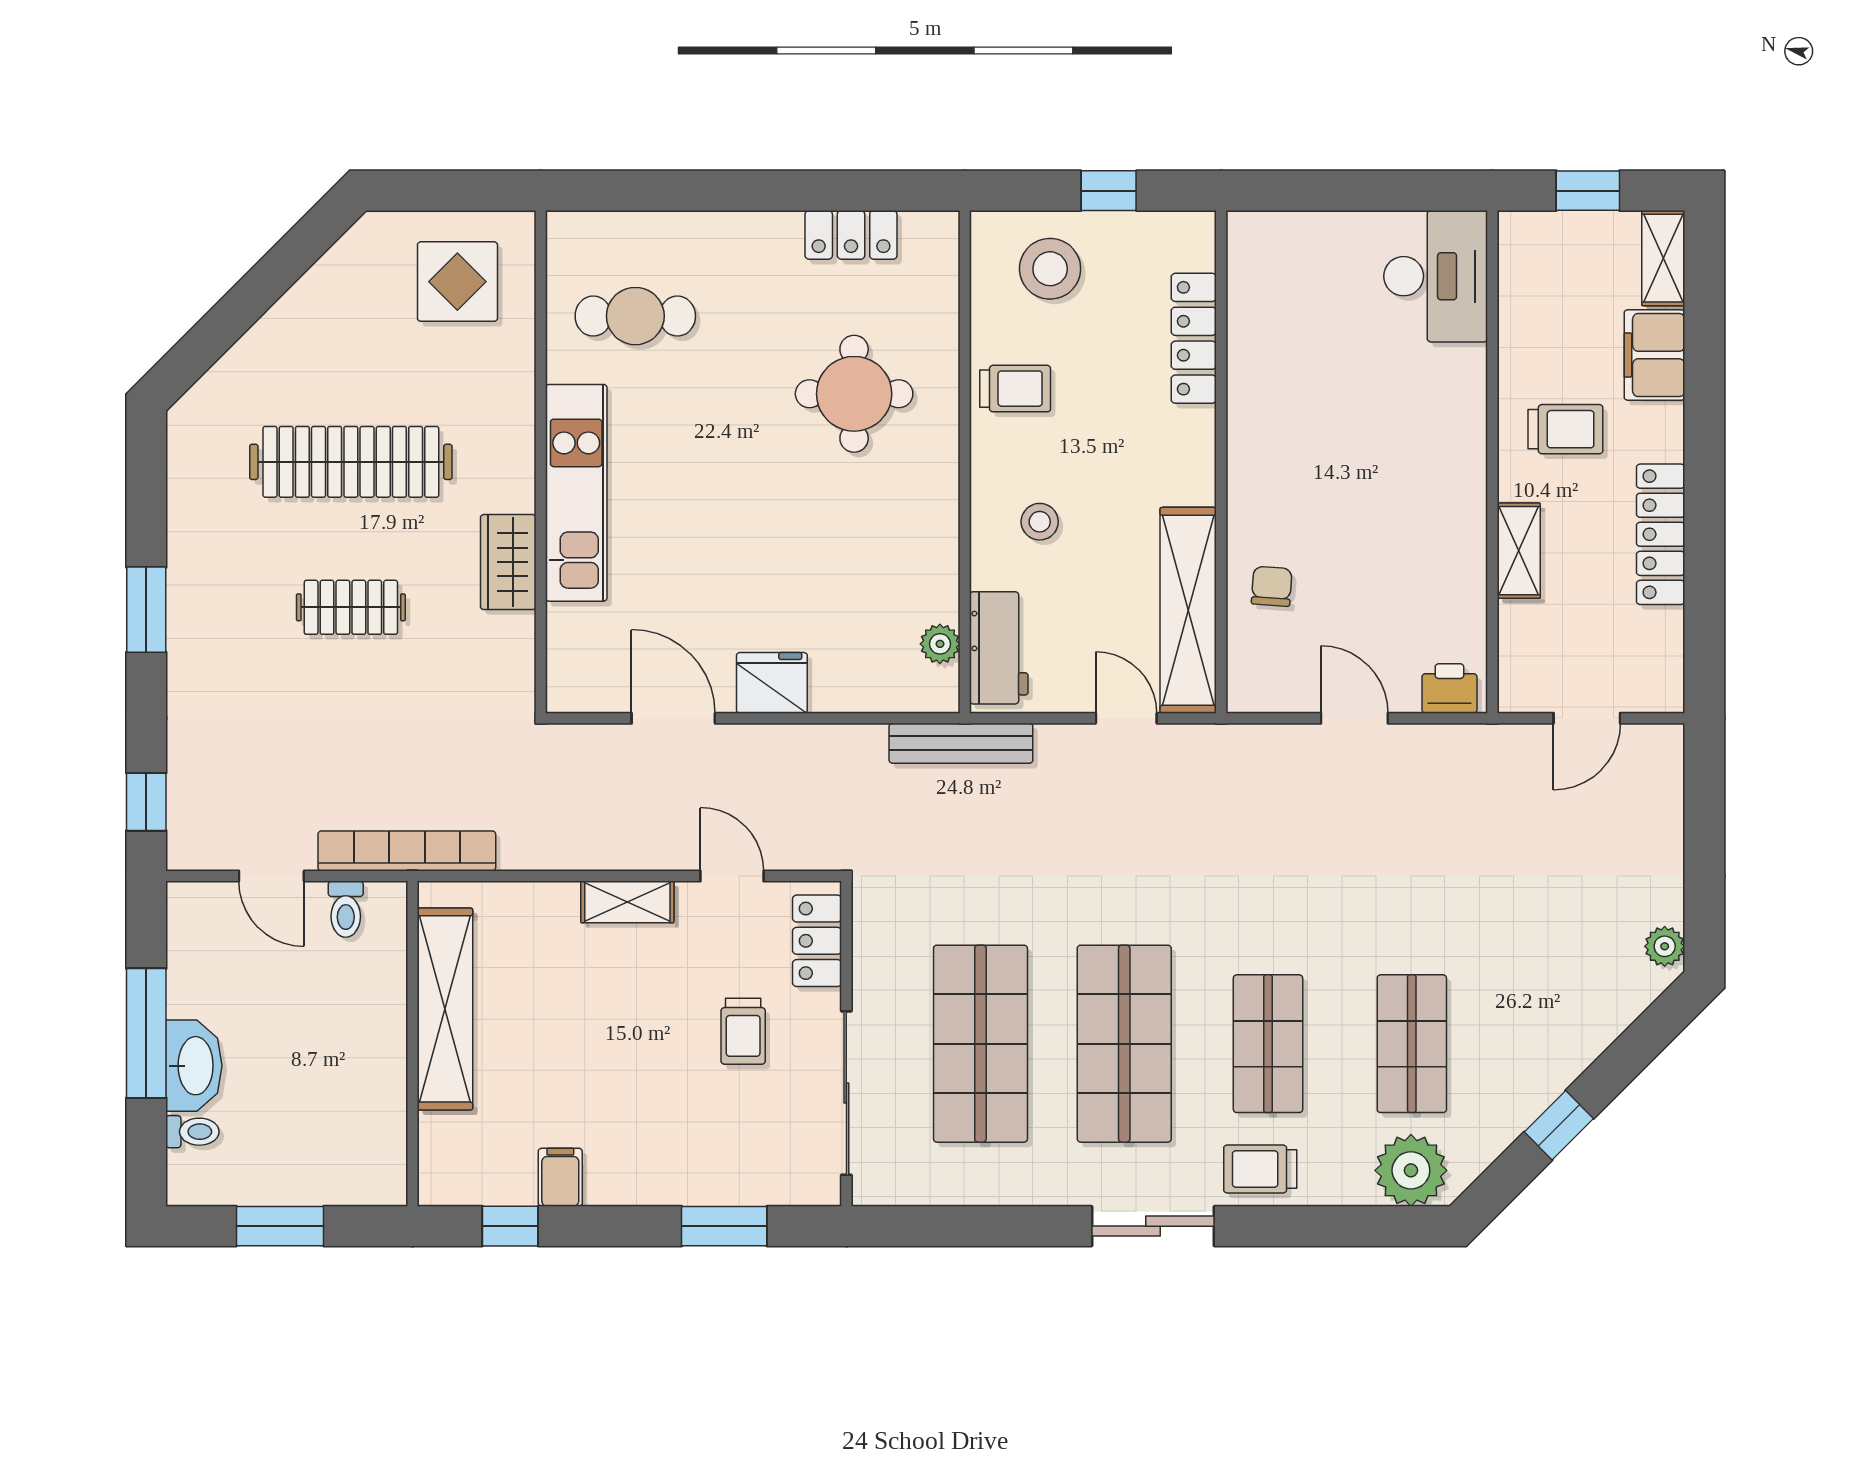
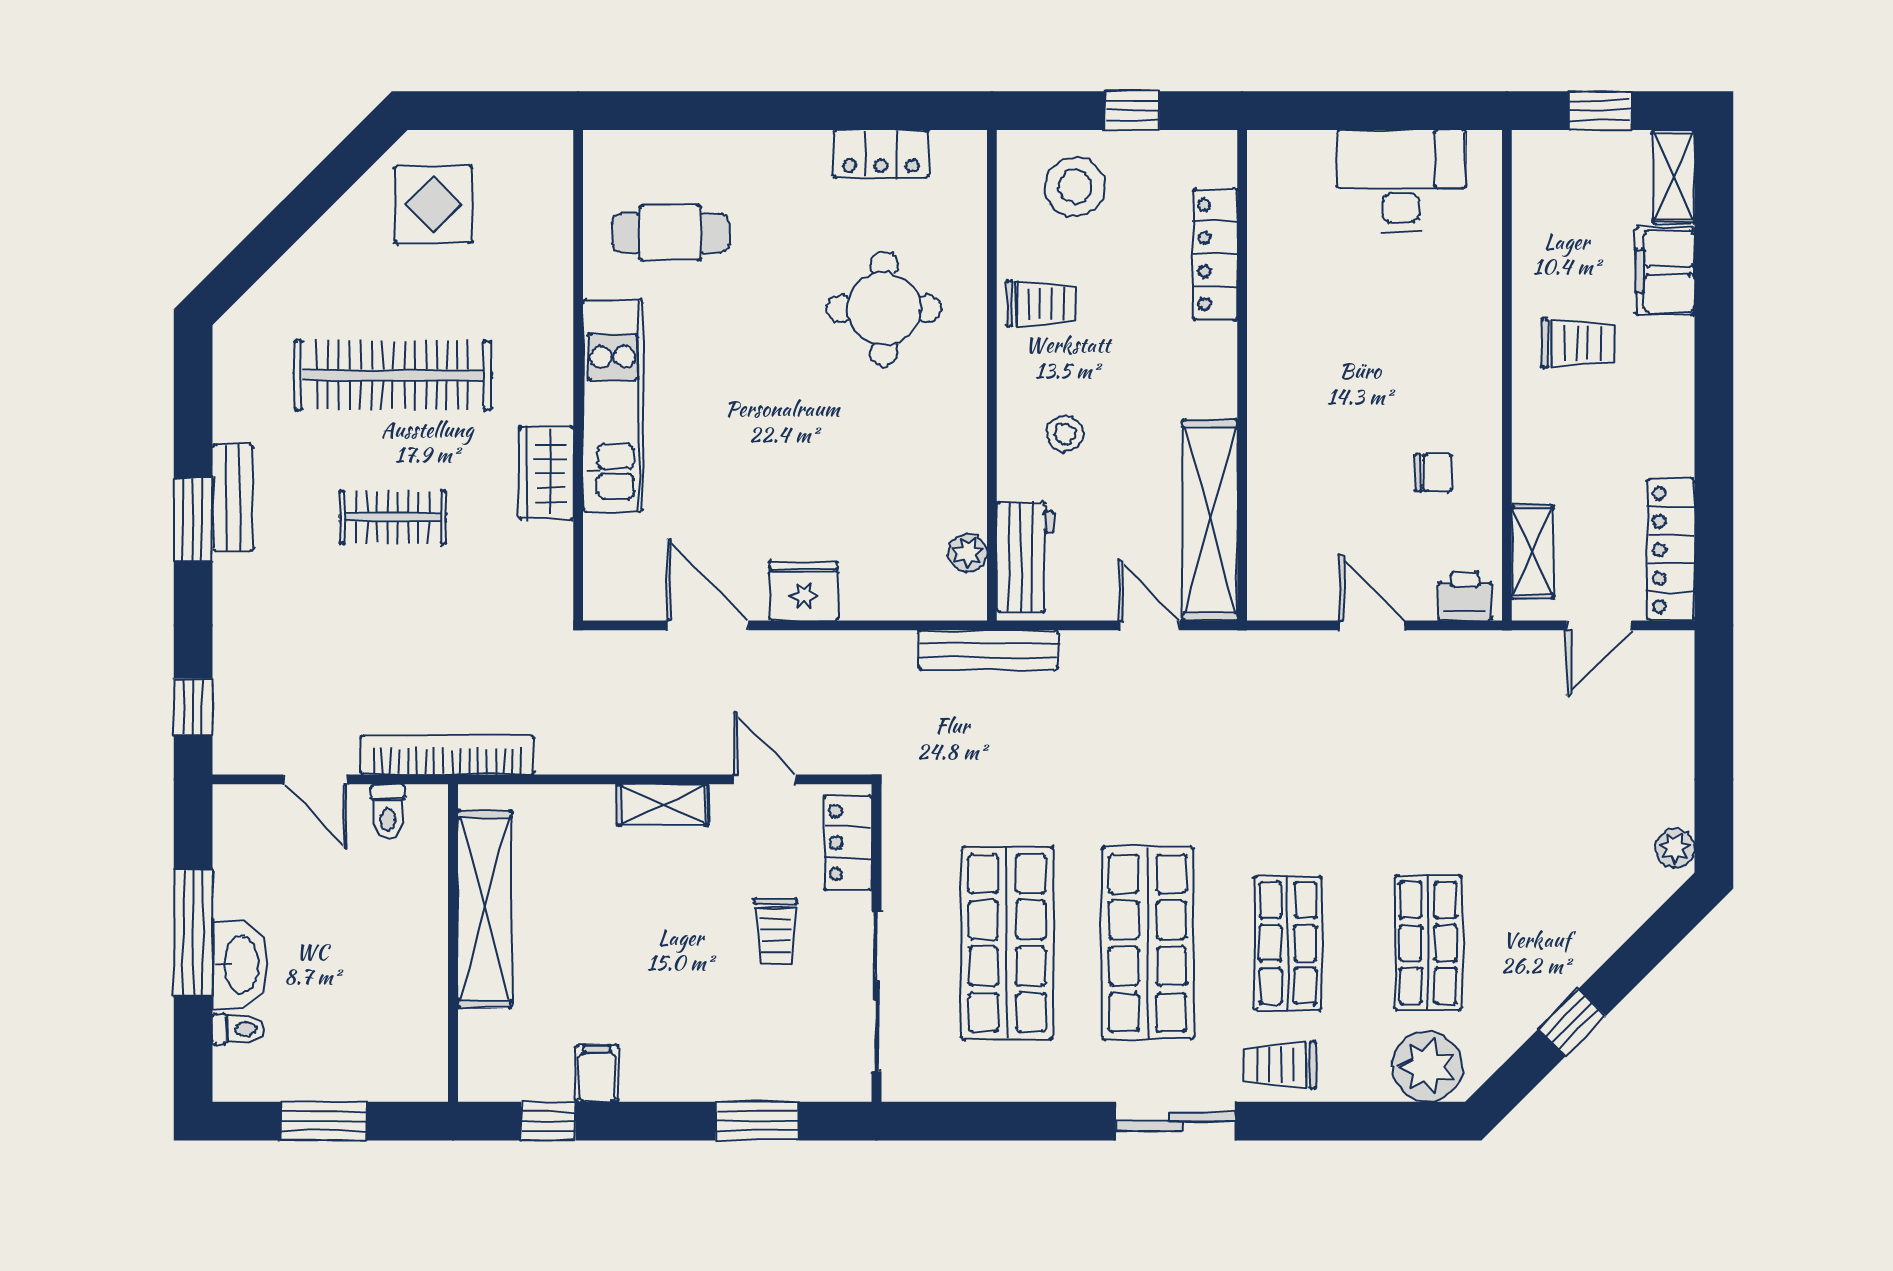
desk: (1436, 276) -> (1401, 180), moved, turned -90
display table: (457, 282) -> (433, 205), moved
locker: (1661, 534) -> (1671, 550), moved
shelving: (1519, 551) -> (1533, 552), moved
chair: (1272, 586) -> (1433, 473), moved, turned 86
bench: (187, 587) -> (233, 498), added

